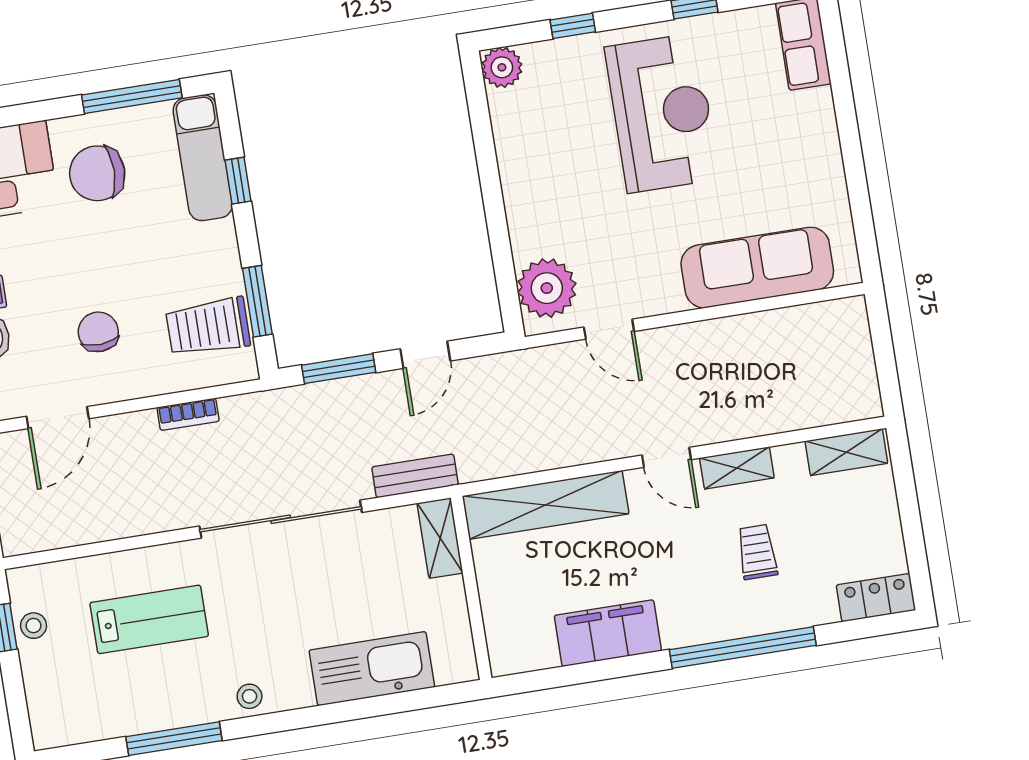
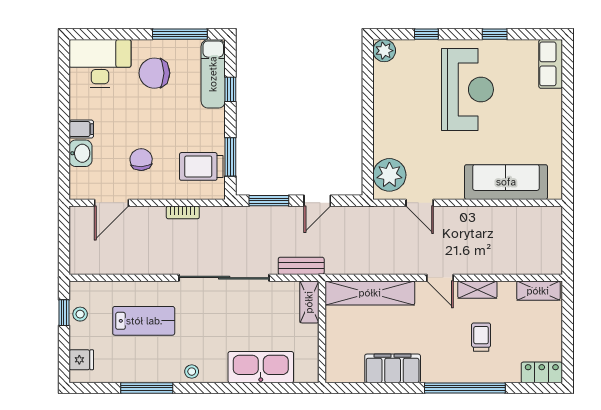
fridge: (49, 707) -> (81, 360), added

